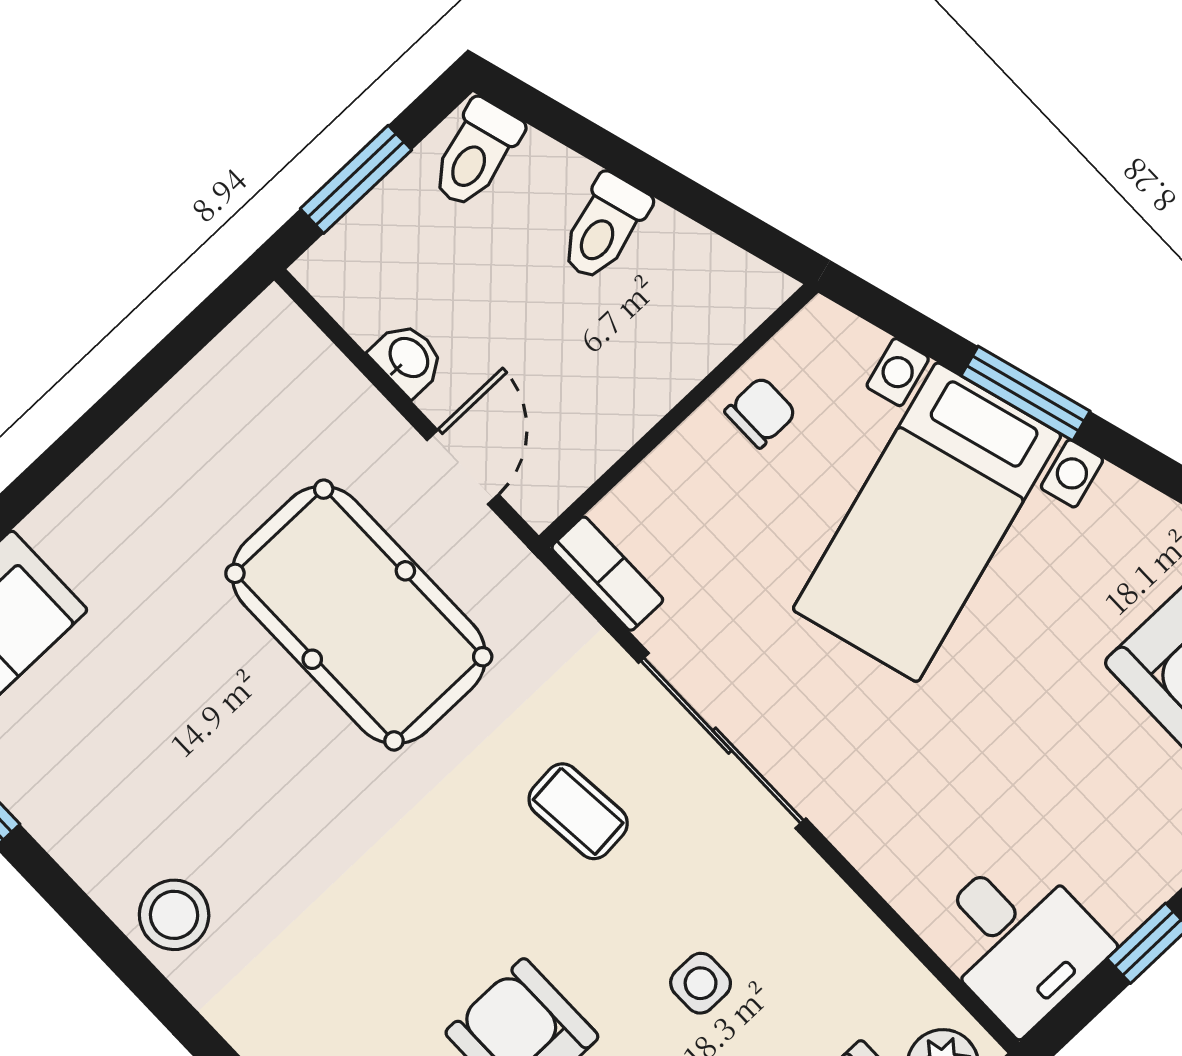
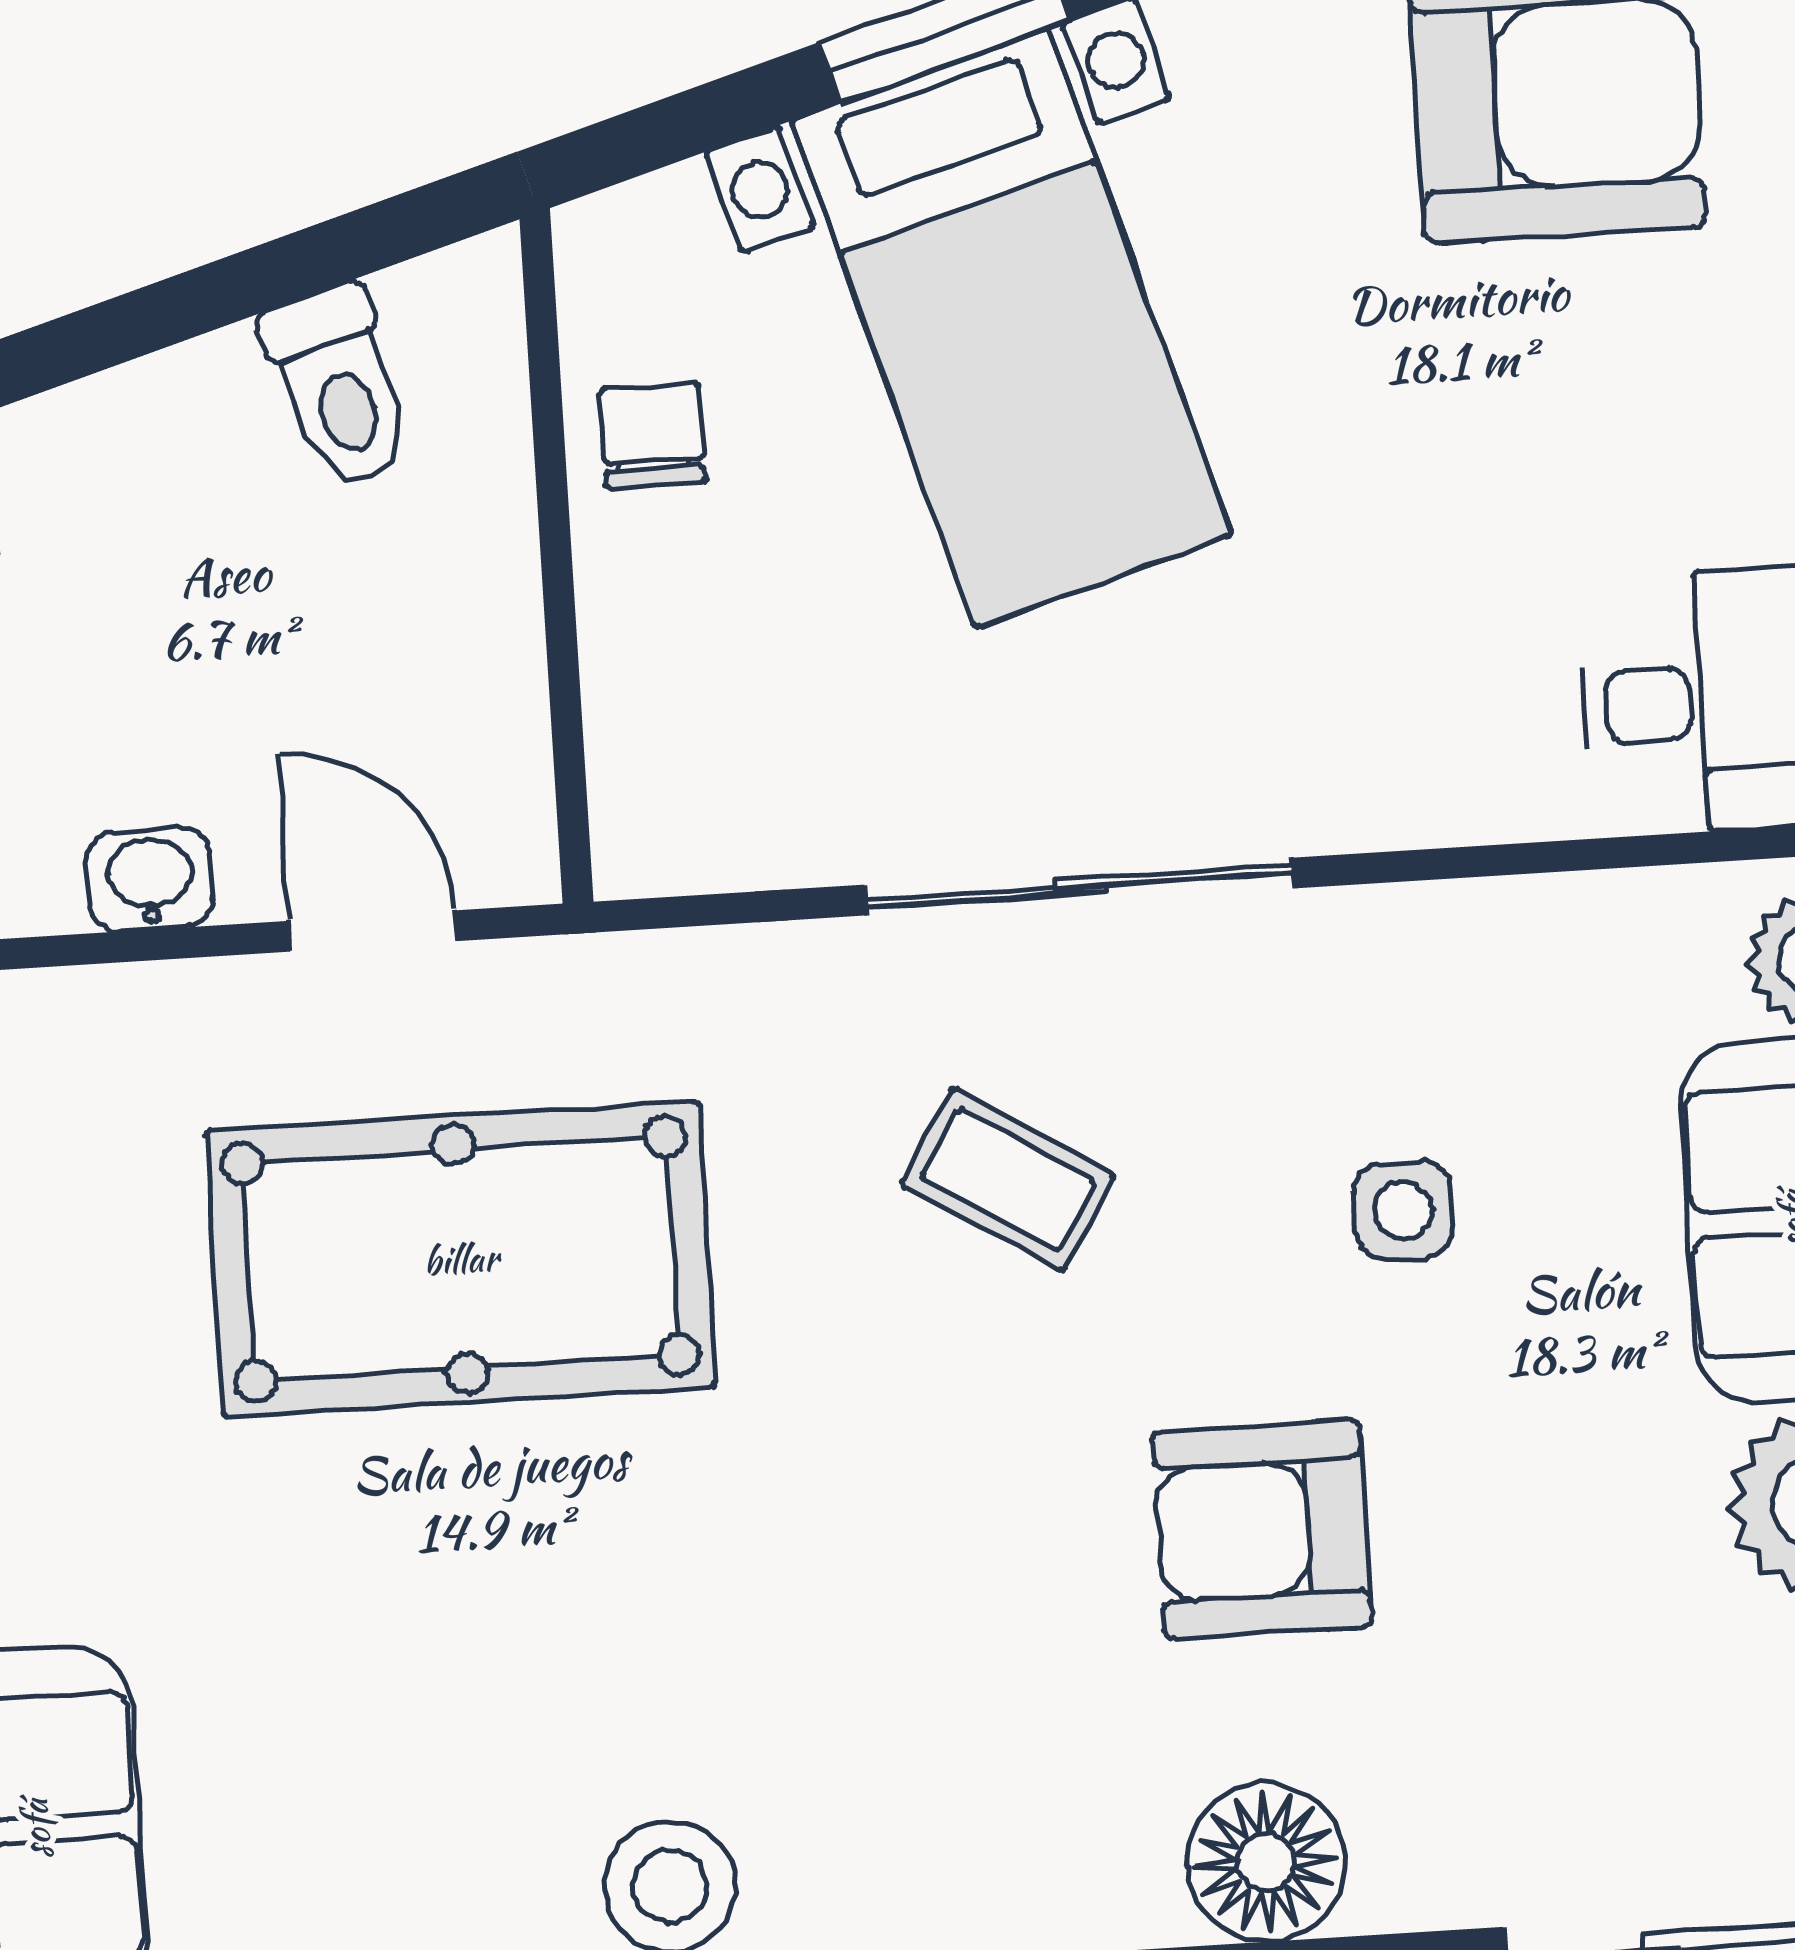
toilet: (604, 227) -> (339, 387), moved
bookcase: (607, 574) -> (700, 851), removed
coffee table: (578, 811) -> (1008, 1179), turned 37

